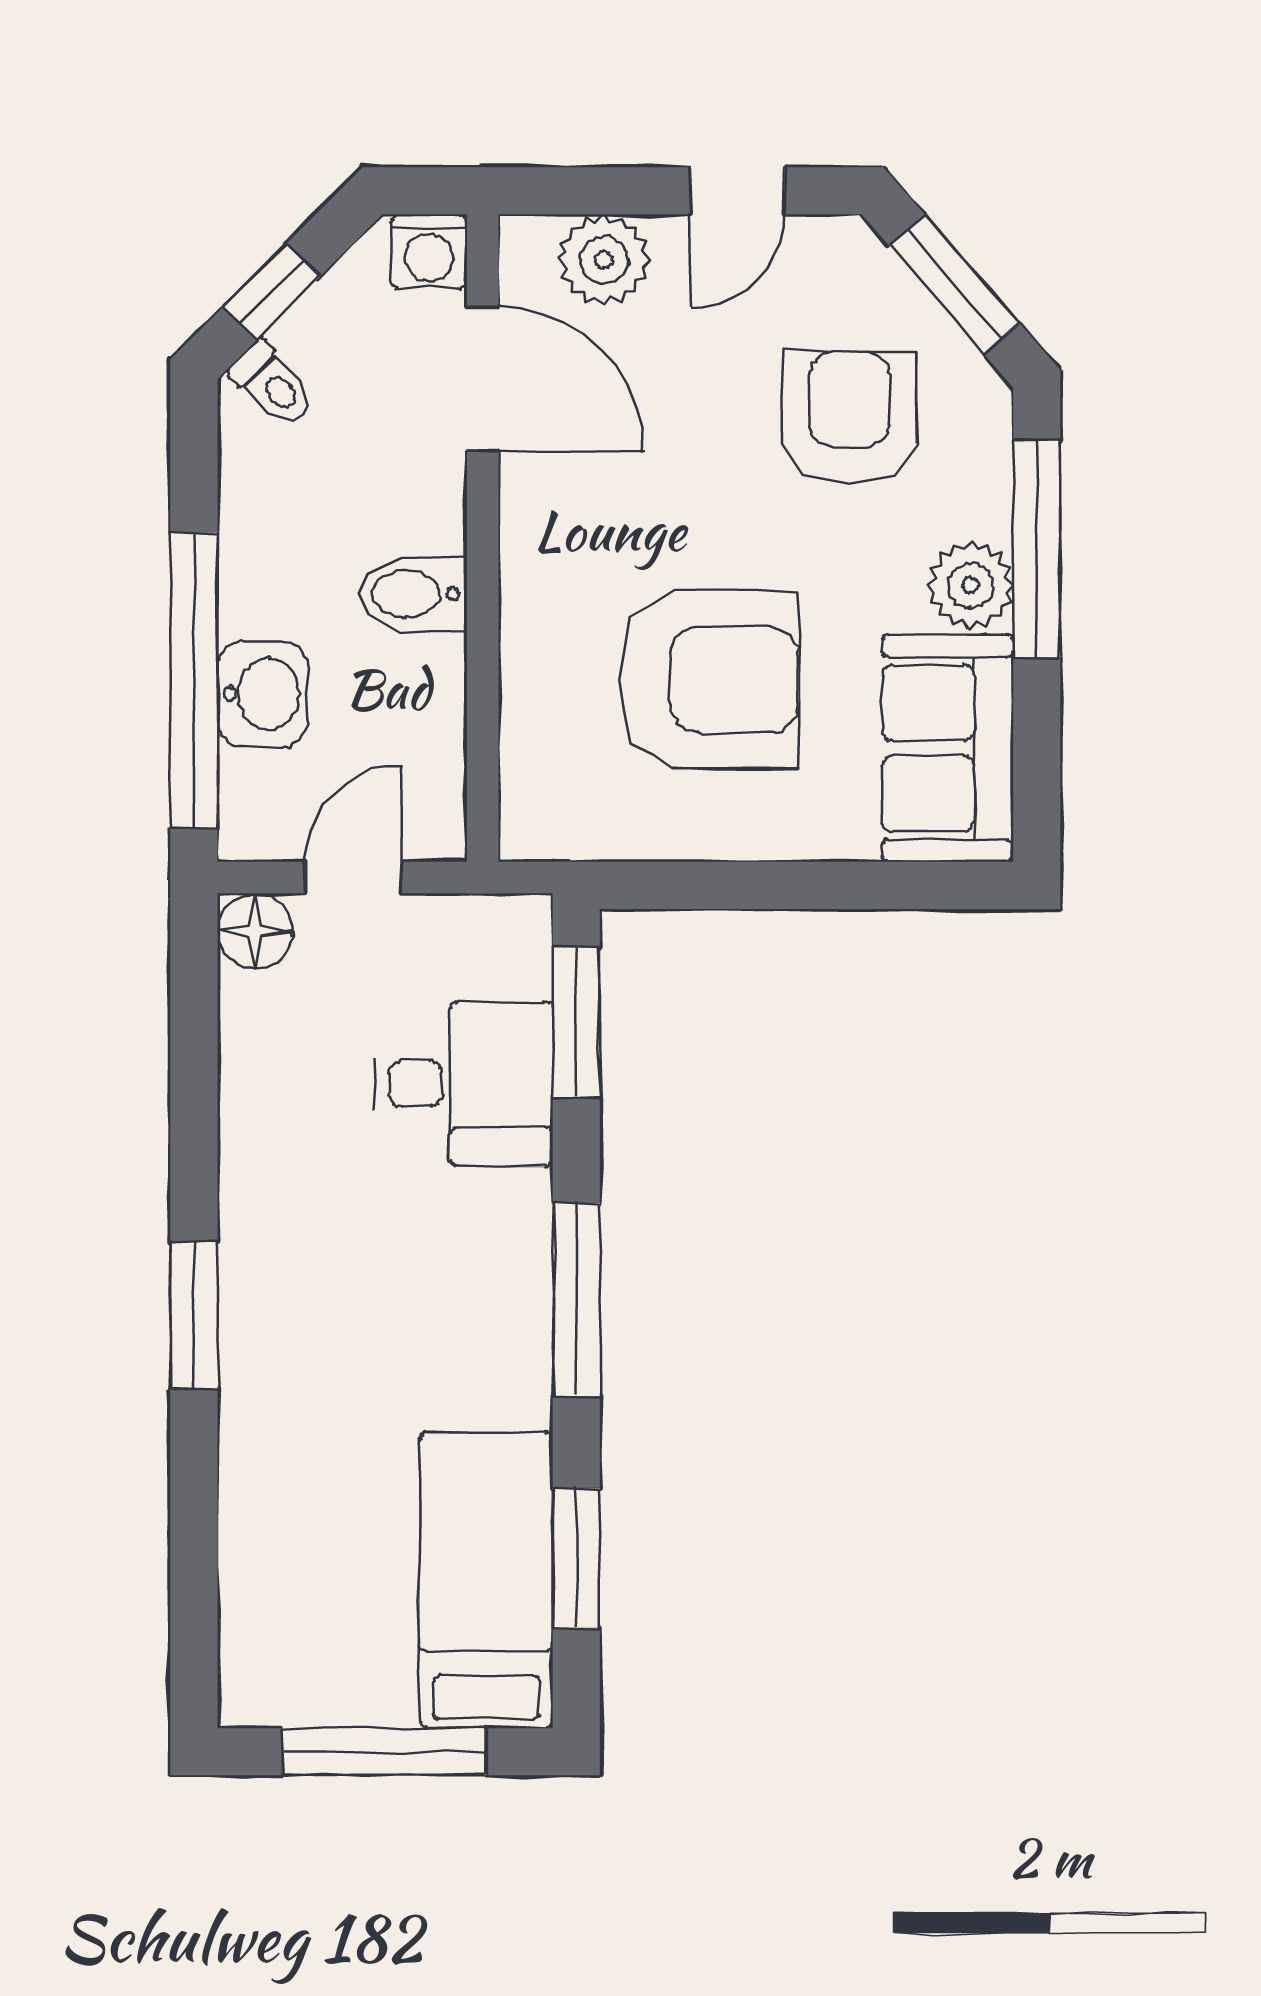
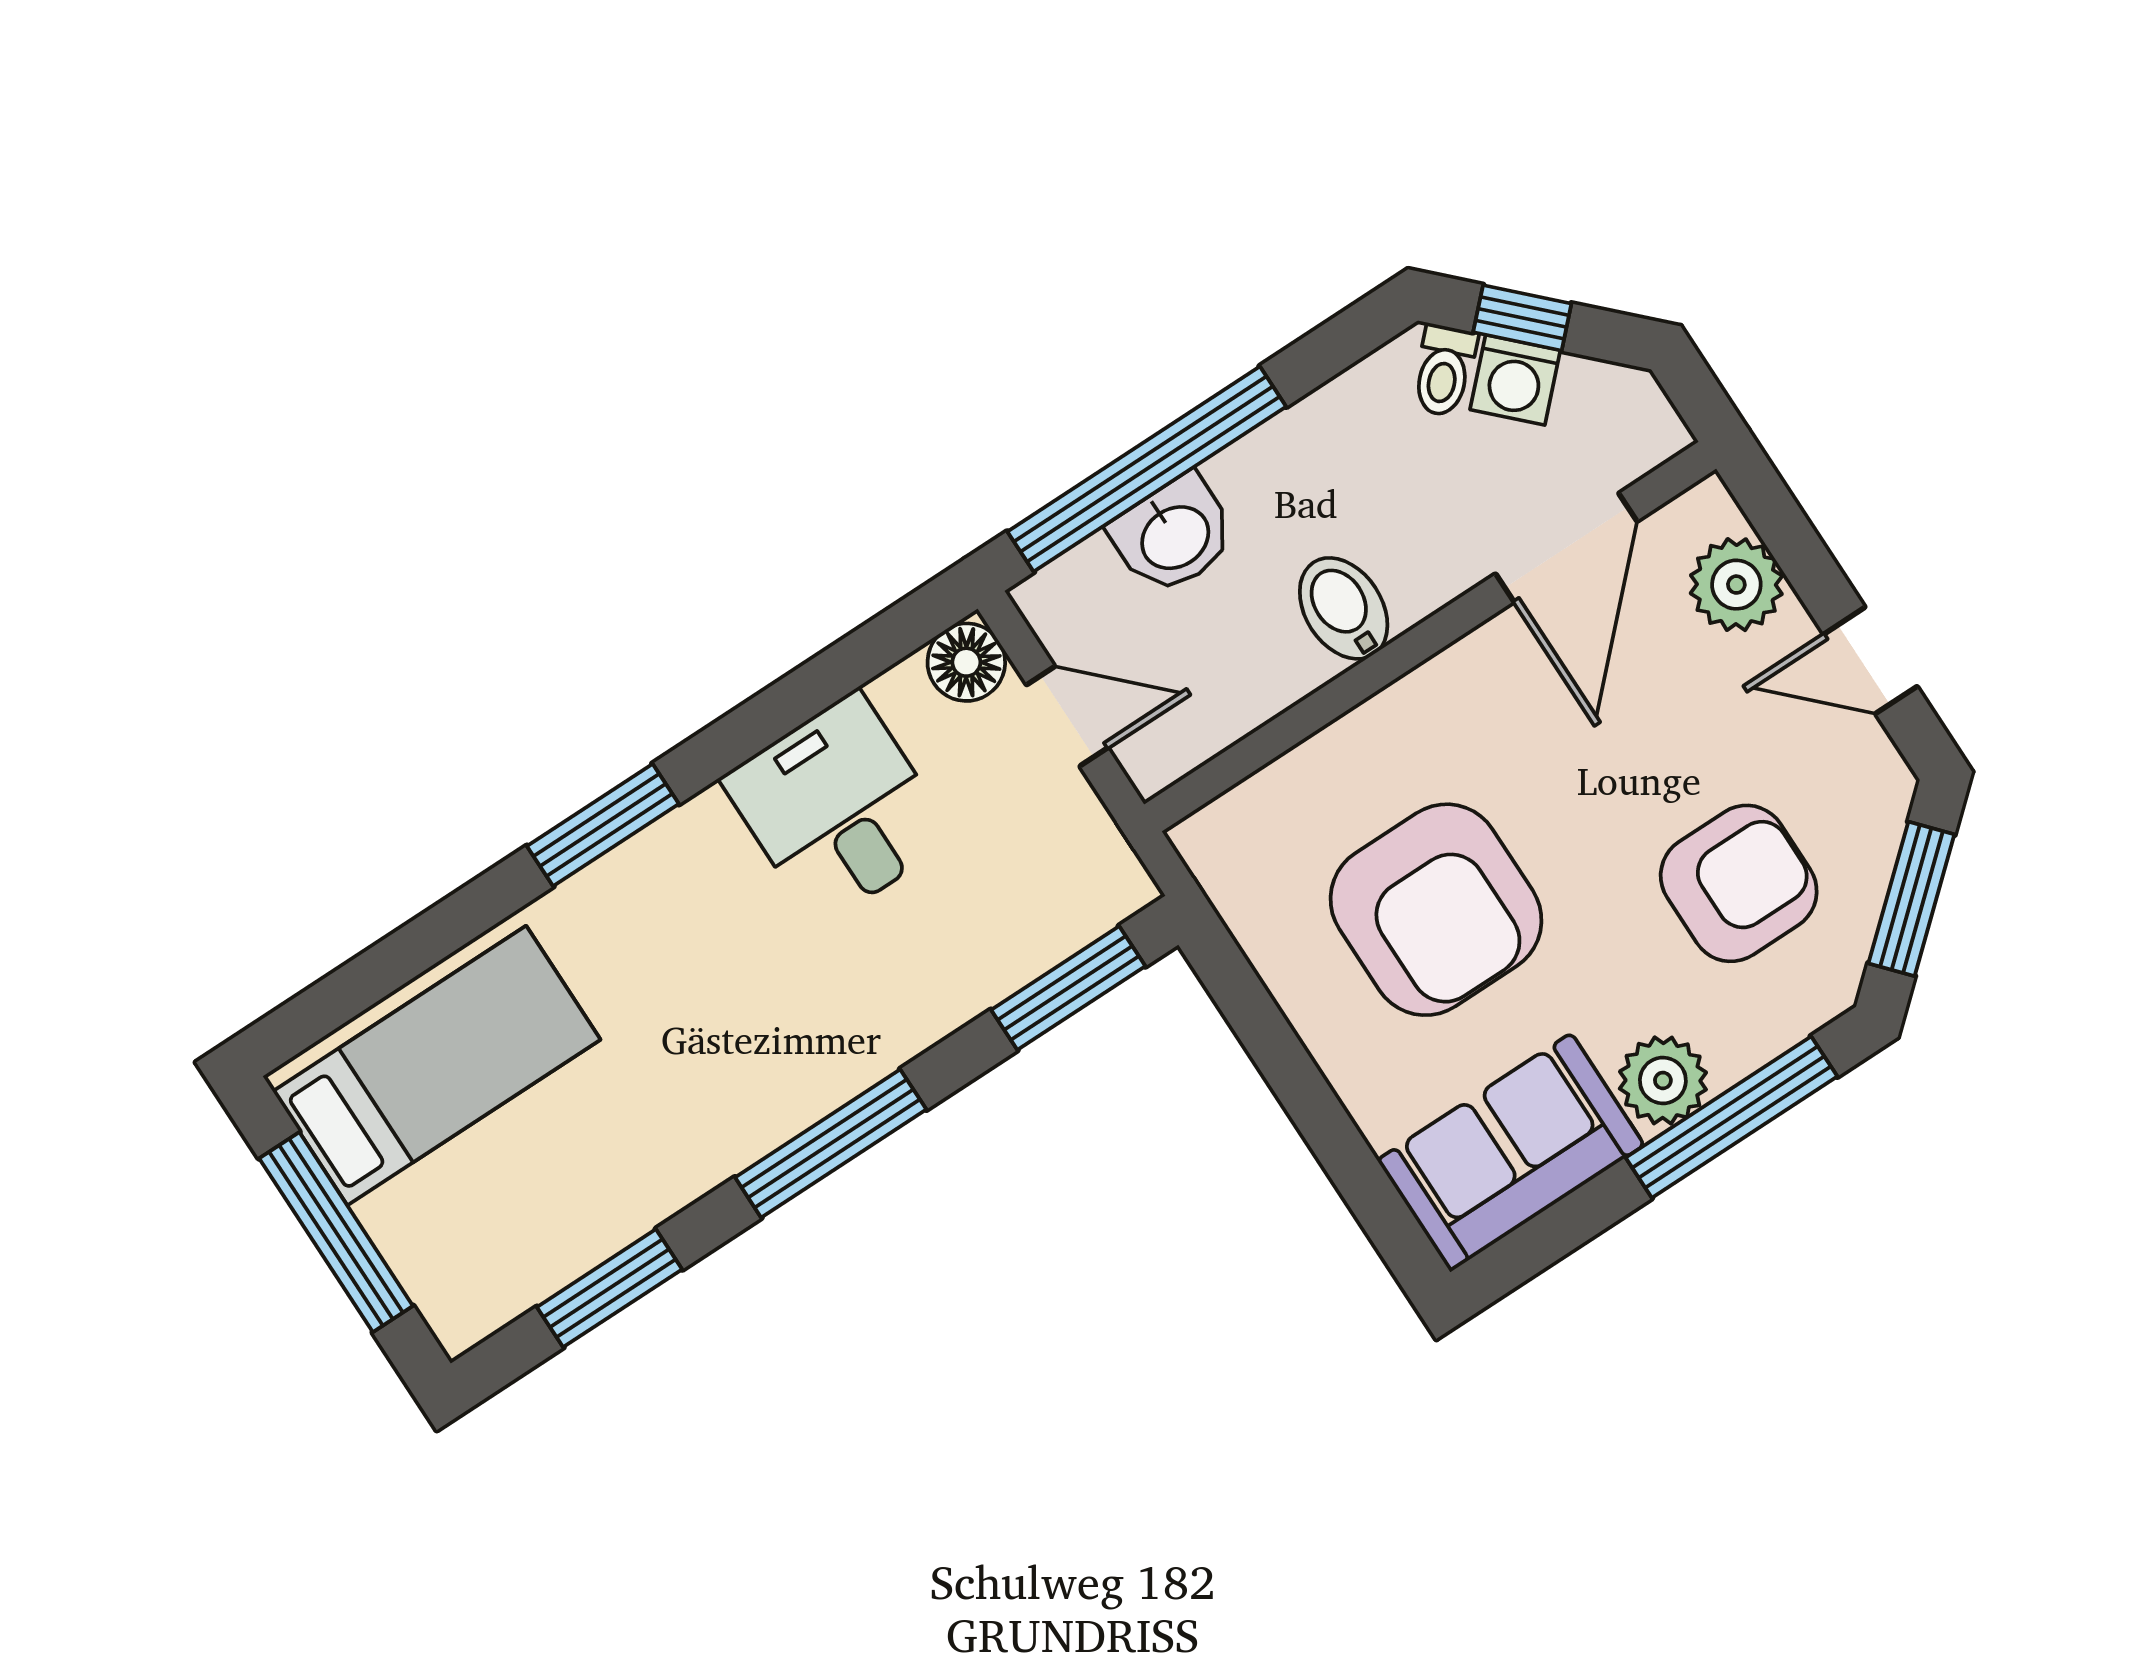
washing machine: (429, 252) -> (1515, 380), moved, turned -45
desk: (464, 1084) -> (838, 809), moved, turned 180
bed: (486, 1580) -> (437, 1066), moved

